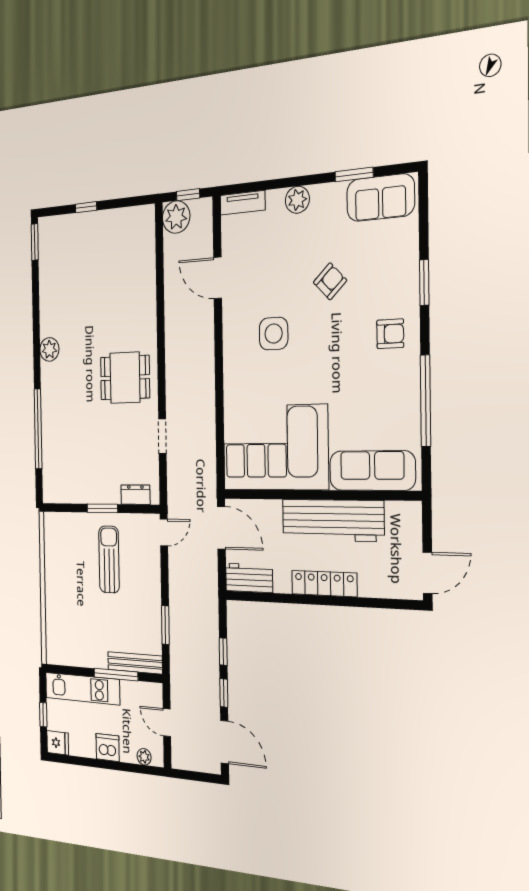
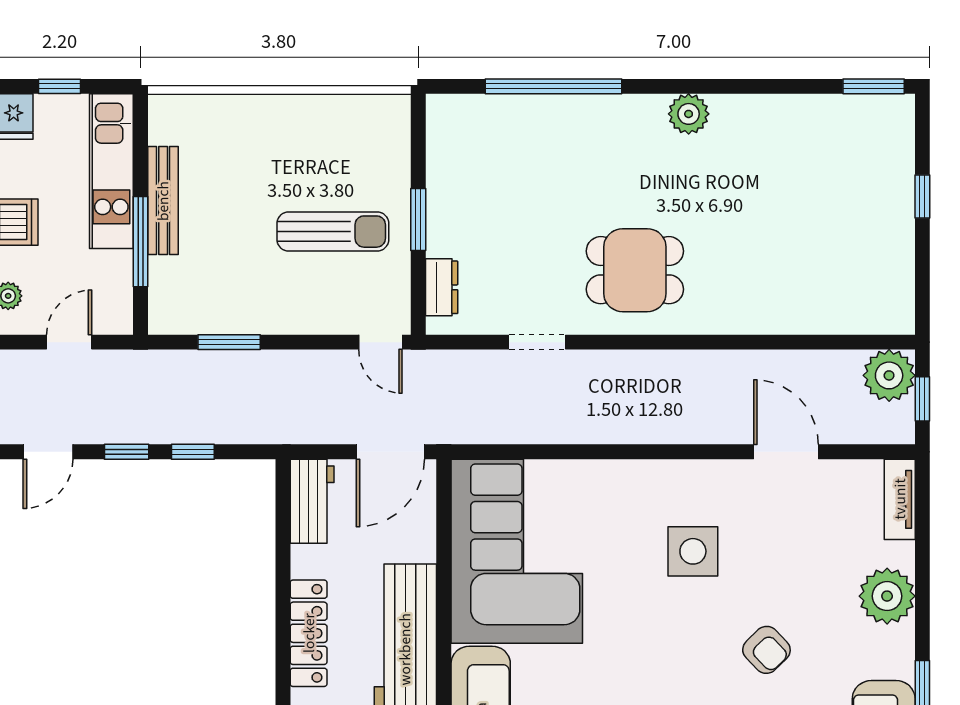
plant: (297, 200) -> (887, 596), width x1.36, depth x1.36
door: (218, 278) -> (786, 452), hinge flipped
dining table: (125, 378) -> (635, 270), turned 90
bench: (135, 663) -> (163, 201), moved
door: (225, 742) -> (48, 452), width x0.73

